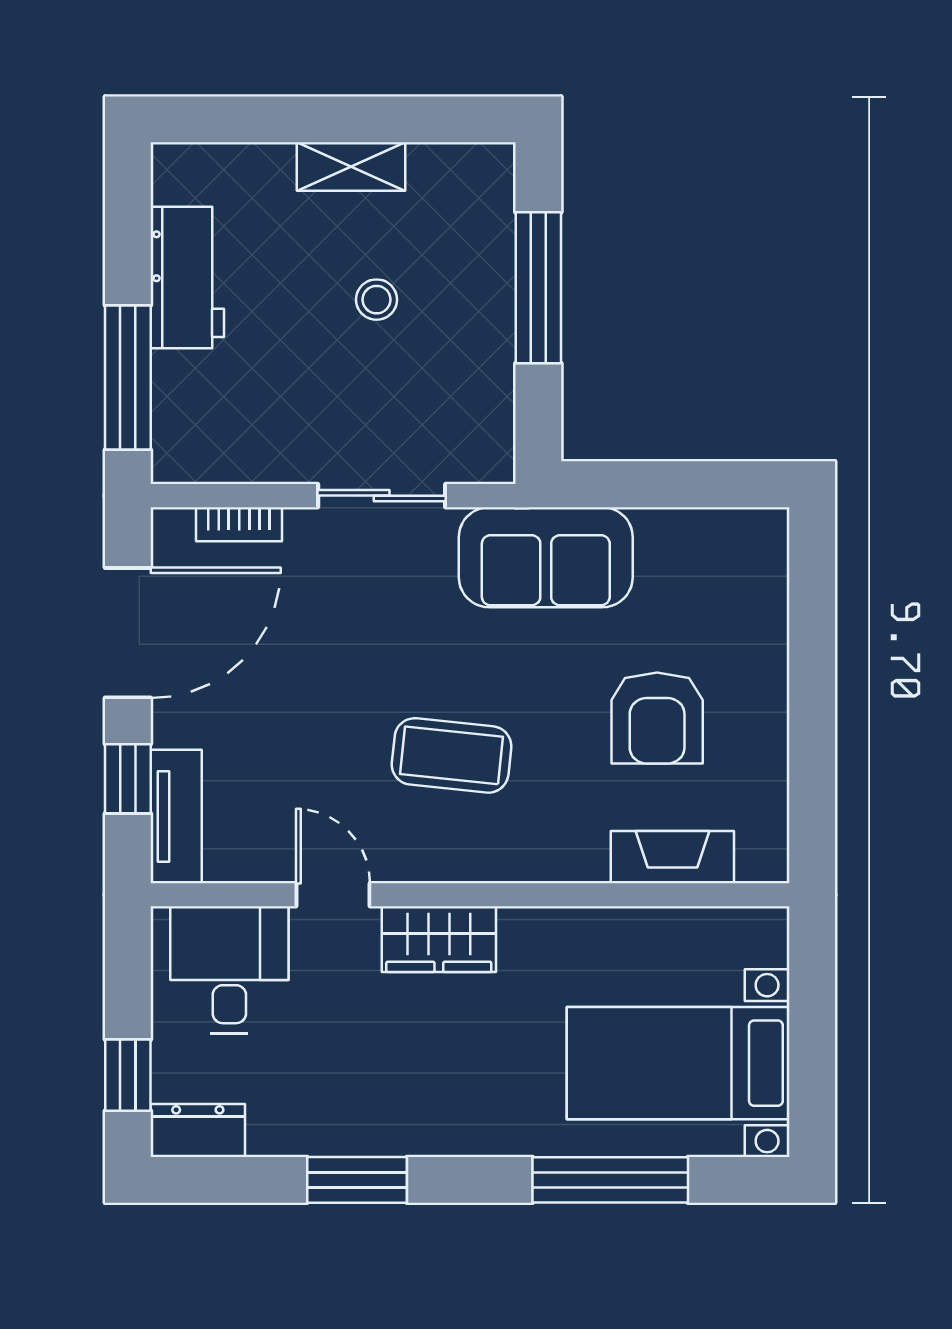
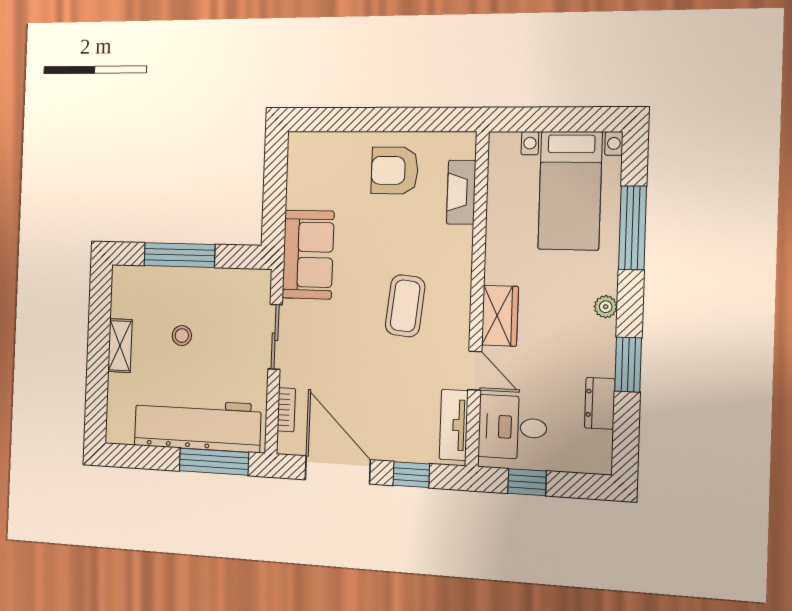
workbench: (187, 278) -> (197, 425), width x1.87, depth x1.32
armchair: (657, 718) -> (395, 170), moved, turned 180
tv unit: (176, 817) -> (454, 425), moved, turned -90
door: (333, 895) -> (475, 371), swing flipped
window: (128, 1075) -> (527, 482), moved
dresser: (198, 1131) -> (600, 403), moved
plant: (463, 1136) -> (606, 307), added

